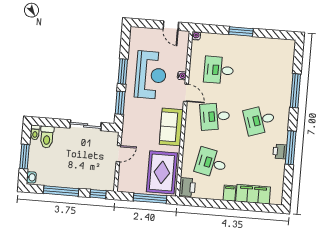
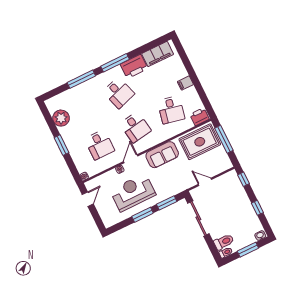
plant: (268, 47) -> (61, 118), added
sliding door: (86, 125) -> (198, 218), width x1.37
window: (291, 148) -> (115, 63), moved
printer: (280, 152) -> (134, 66), width x1.87, depth x1.48
window: (61, 191) -> (257, 208), width x0.46
filing cabinet: (253, 194) -> (158, 54), moved, turned -90

